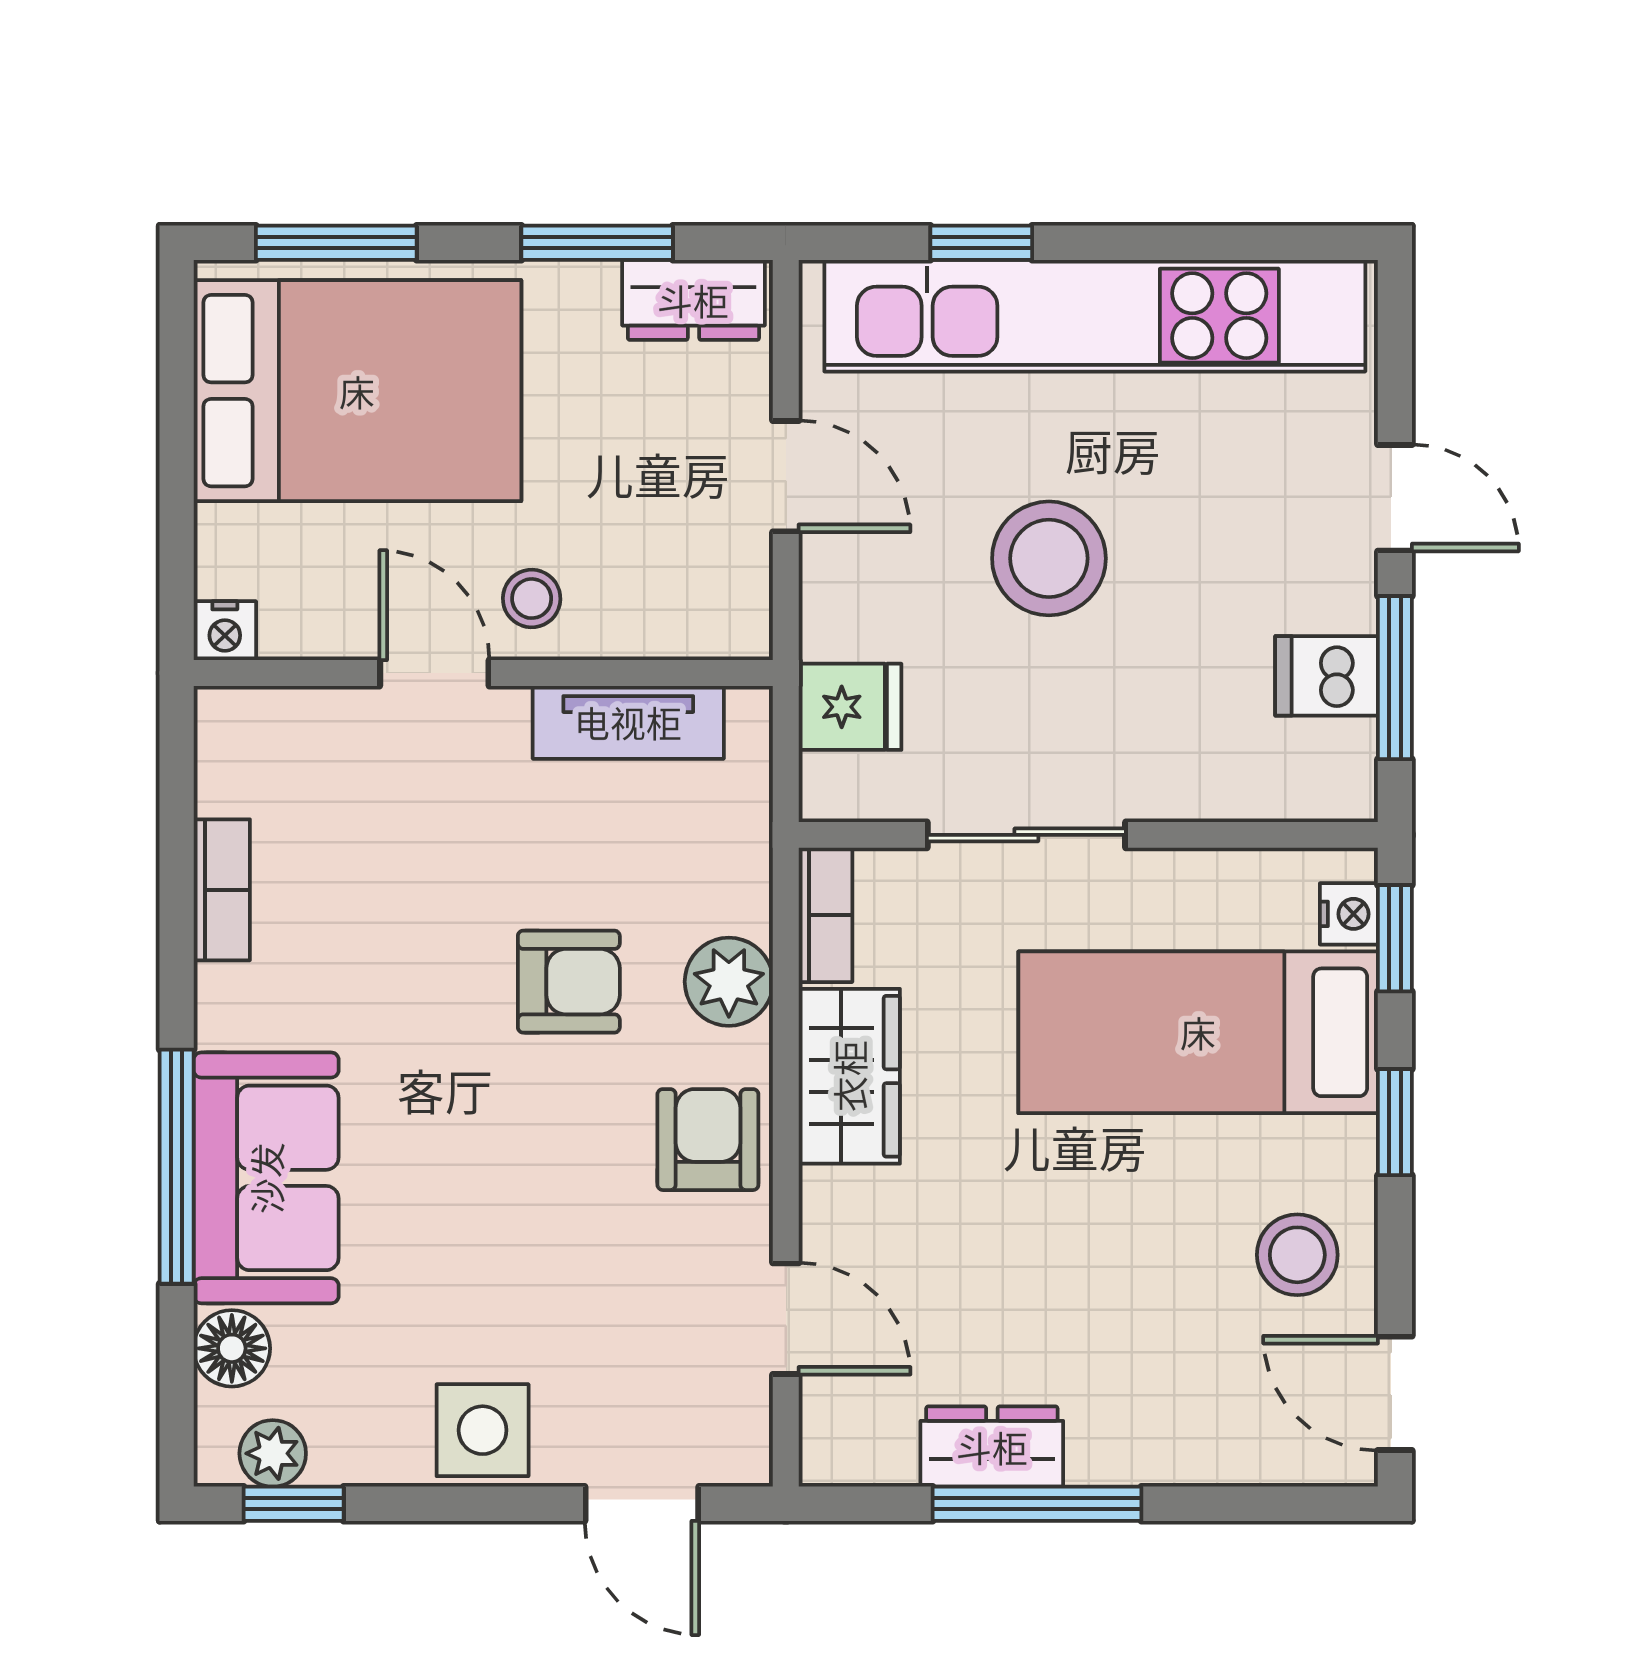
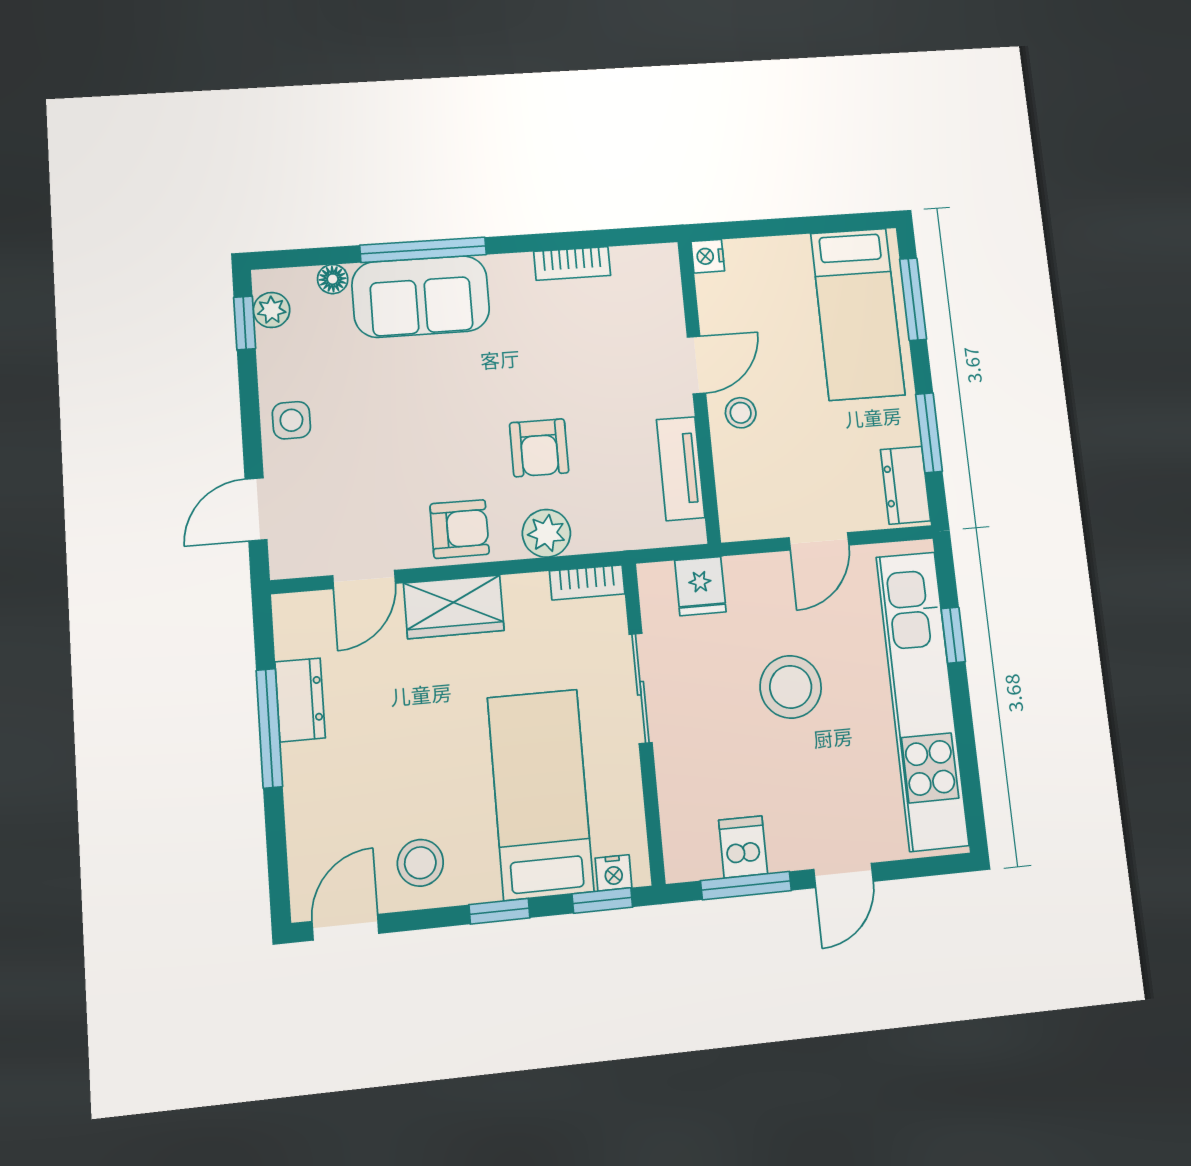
bed: (357, 391) -> (858, 314), width x0.67
wardrobe: (849, 1076) -> (454, 607), moved
floor lamp: (232, 1348) -> (333, 279), width x0.73, depth x0.73
side table: (483, 1430) -> (291, 420), width x0.73, depth x0.73

